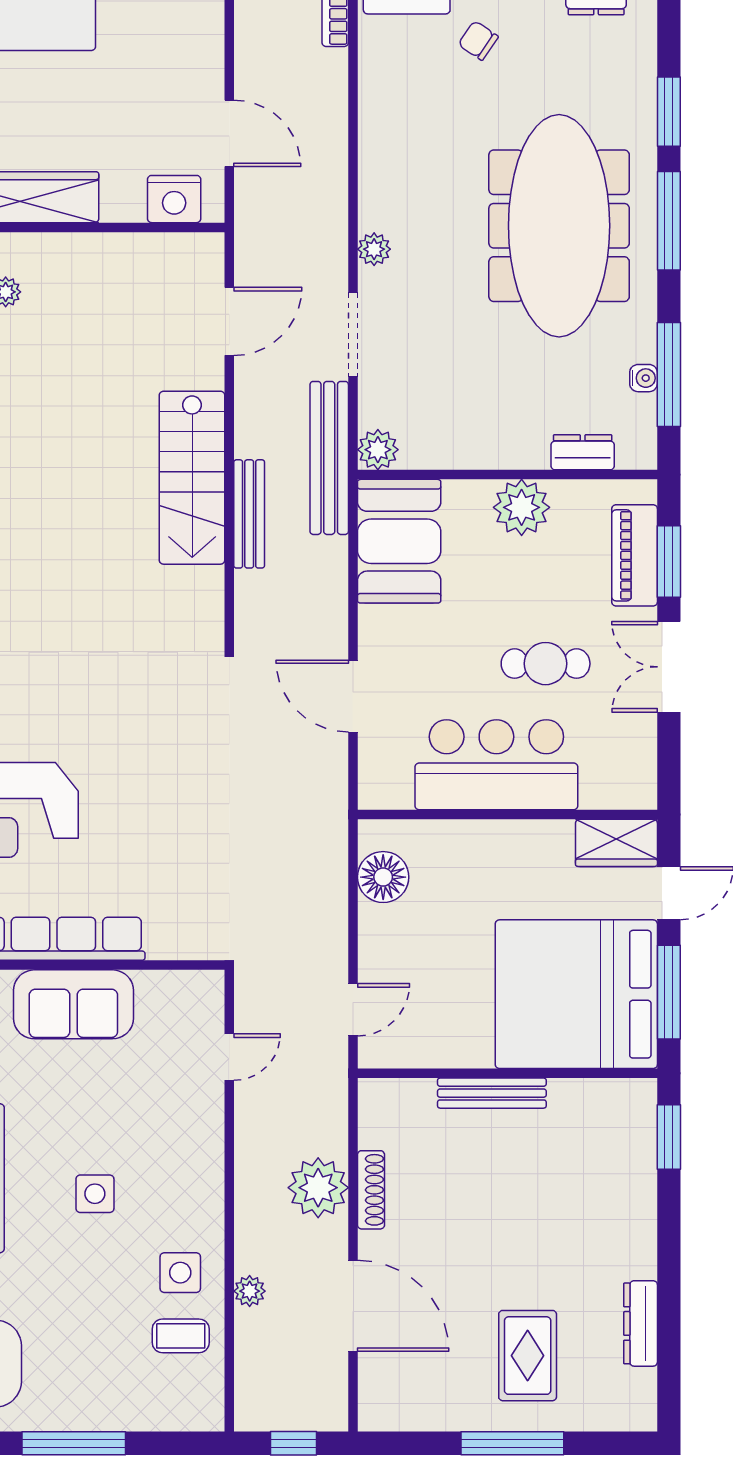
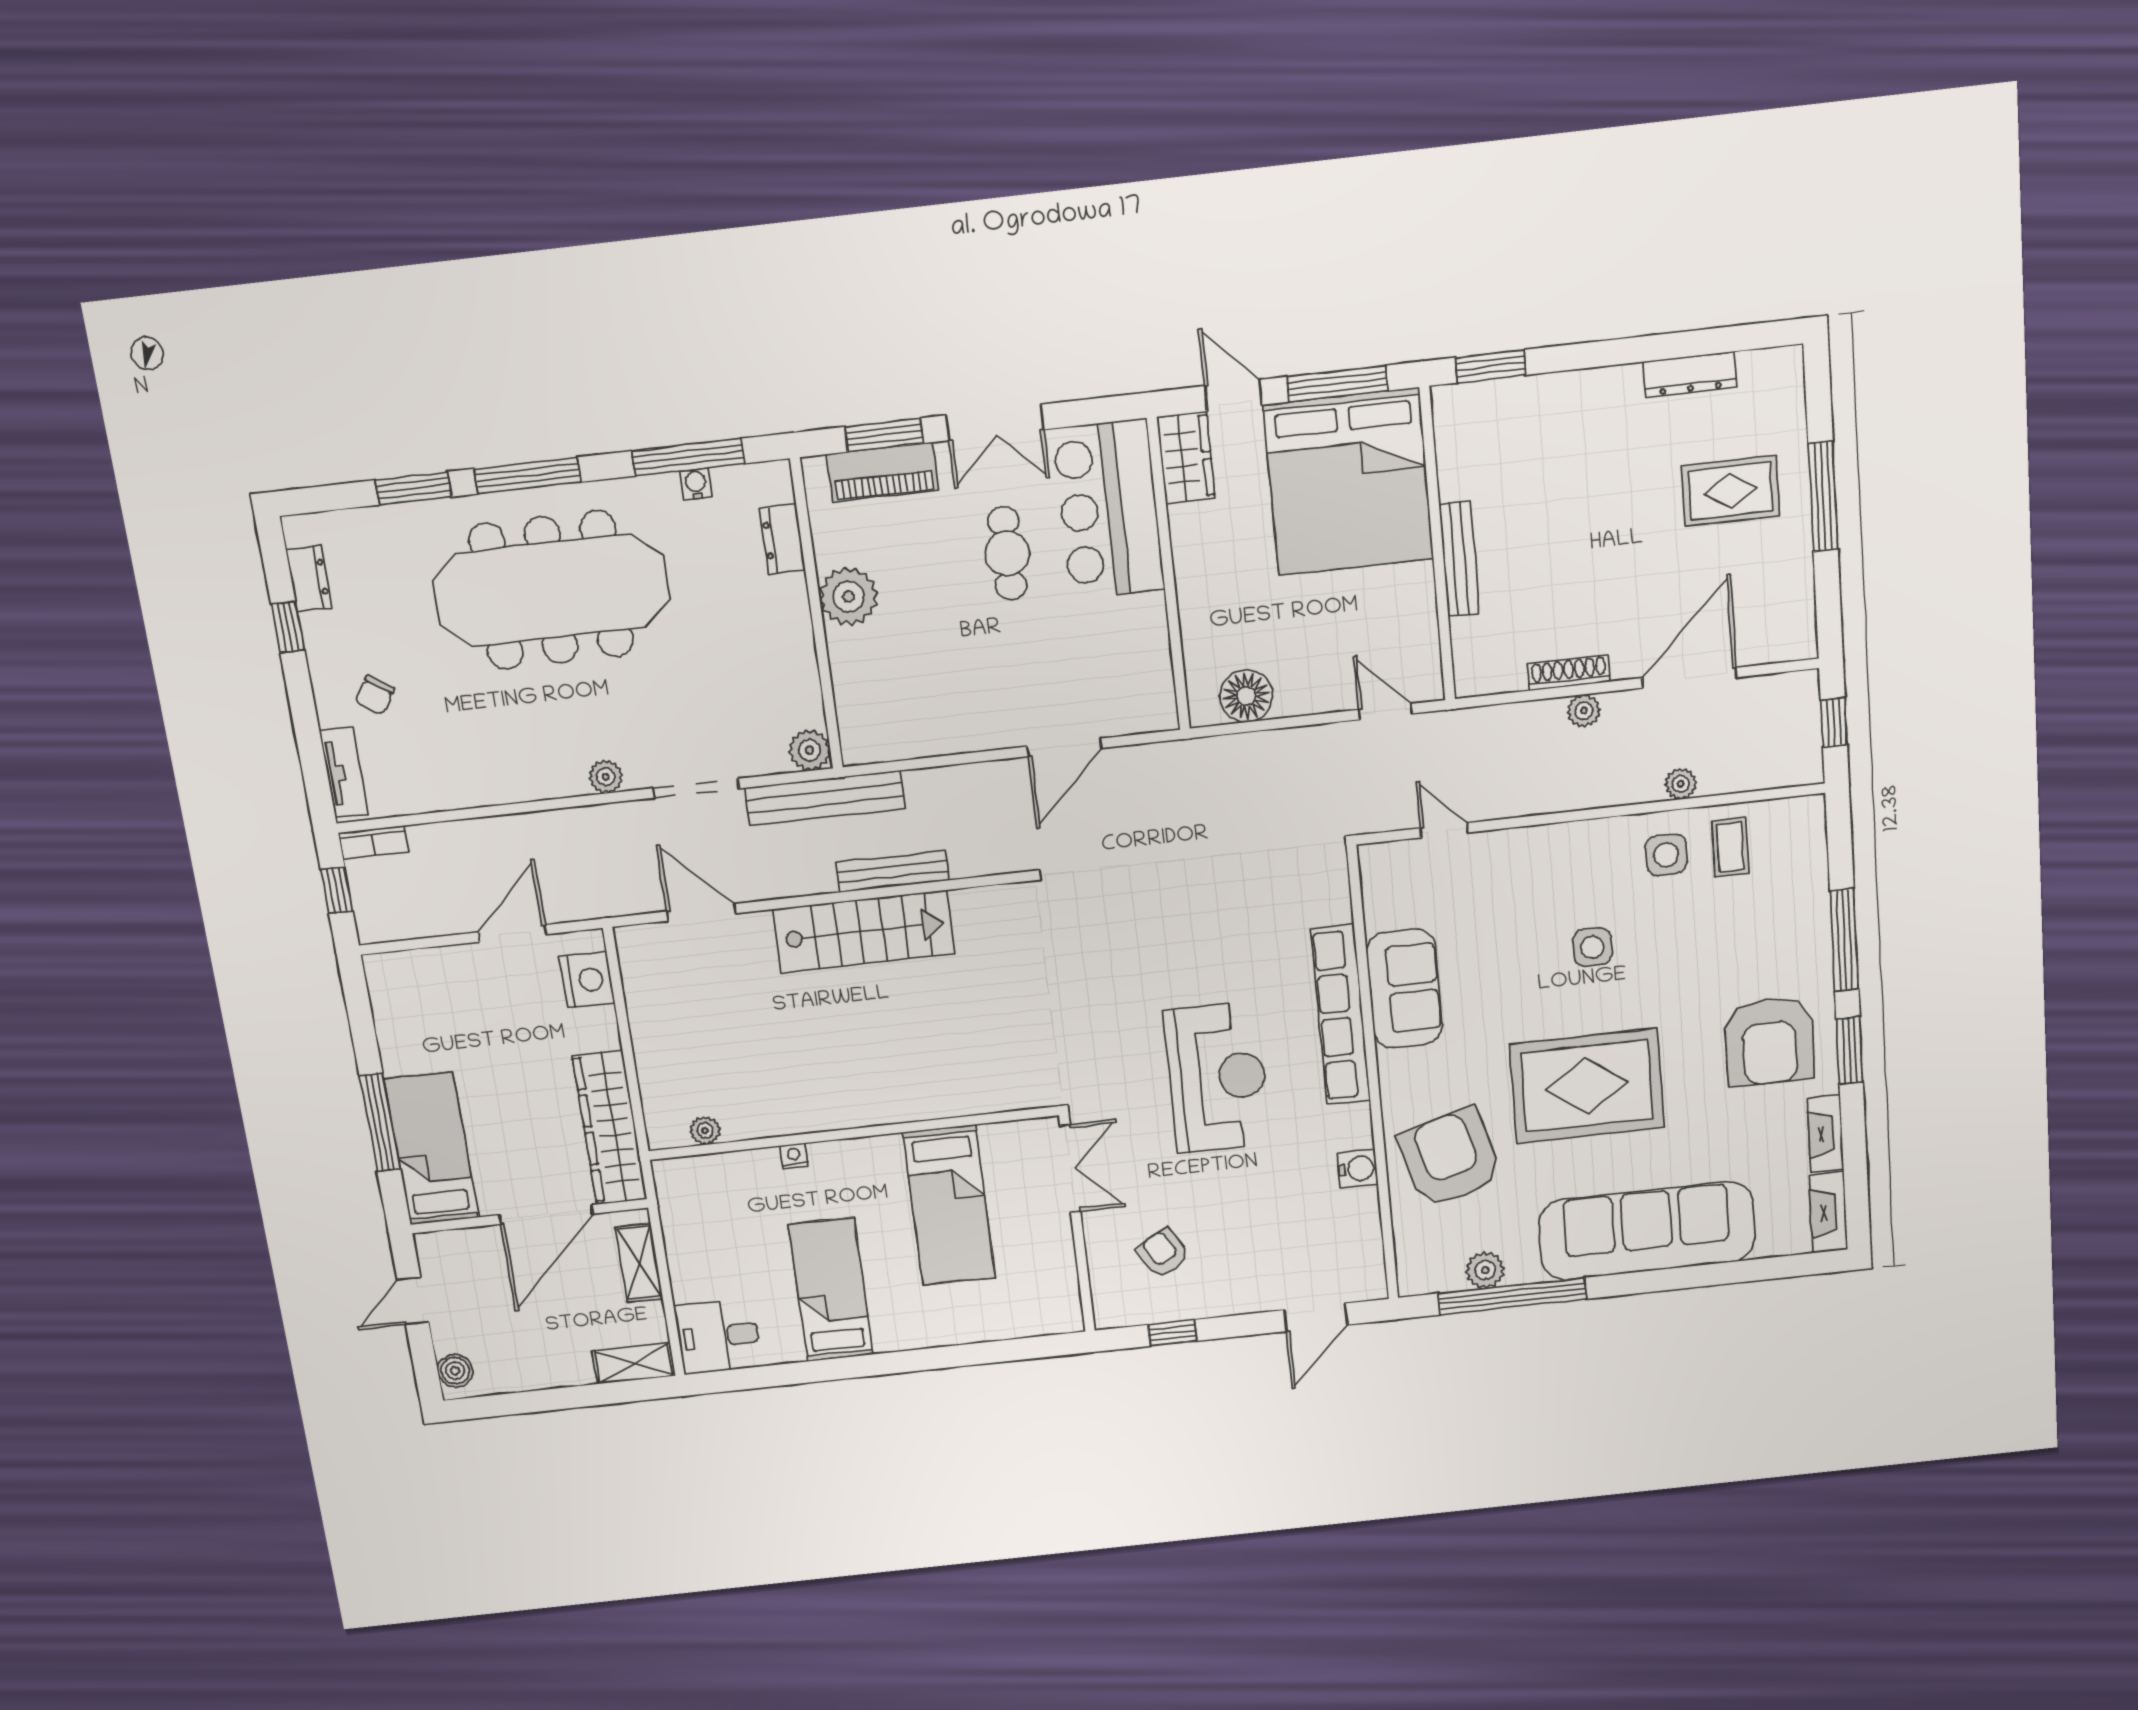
booth: (399, 541) -> (900, 718), removed
bar counter: (496, 765) -> (1109, 509), moved
plant: (318, 1188) -> (1584, 711), width x0.53, depth x0.53

